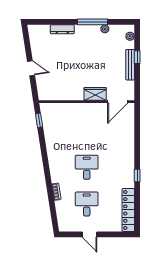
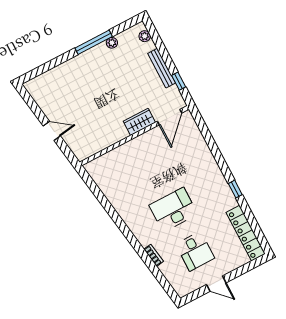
dresser: (62, 29) -> (64, 68), removed
window: (137, 57) -> (179, 81), moved
window: (39, 120) -> (92, 185), removed
desk: (87, 167) -> (173, 210), width x1.37
desk: (87, 204) -> (195, 251), turned 180

